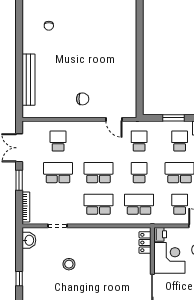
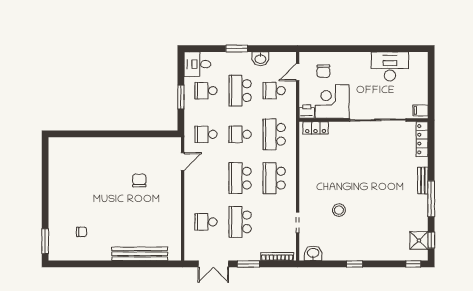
chair: (83, 99) -> (139, 180), moved

